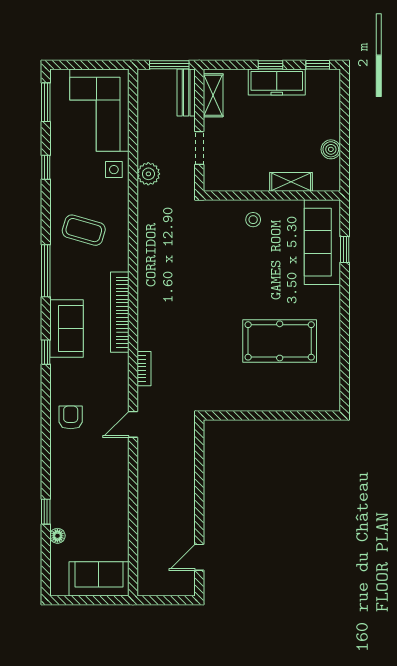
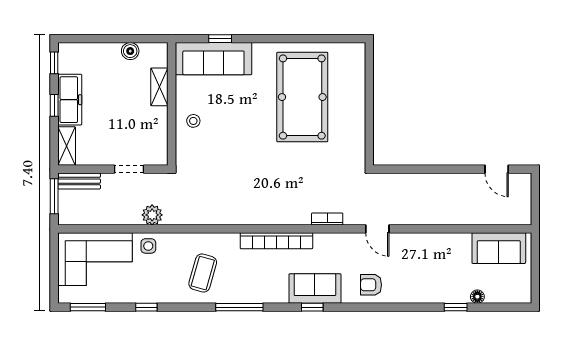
shelving: (213, 95) -> (67, 146), moved, turned 90
sofa: (67, 329) -> (315, 289), moved
pool table: (280, 341) -> (302, 97), width x1.36, depth x1.32
sofa: (99, 579) -> (499, 248), moved, turned -90

